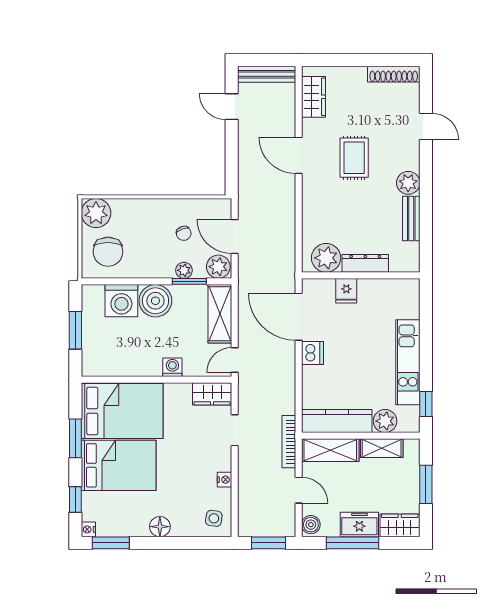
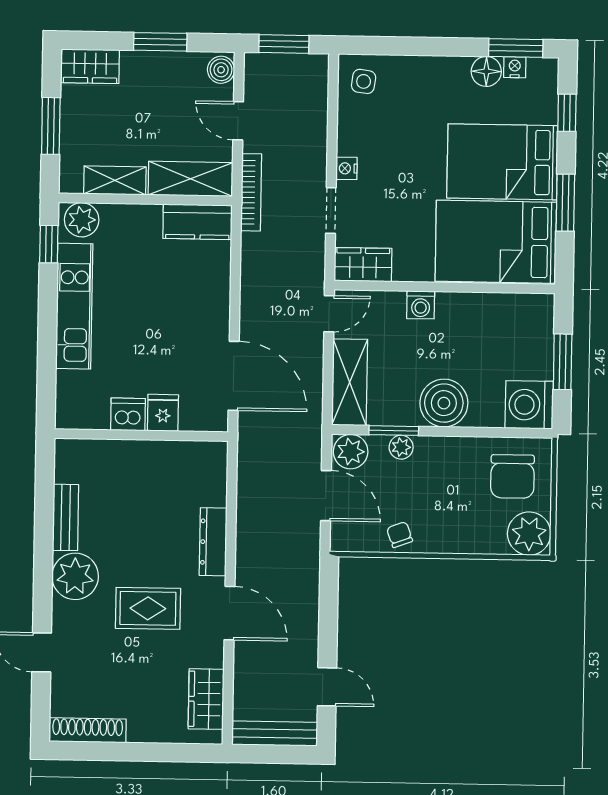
rug: (354, 158) -> (148, 608), turned 90
plant: (408, 183) -> (75, 576), width x1.36, depth x1.36
chair: (184, 233) -> (400, 535), moved
chair: (108, 252) -> (512, 476), turned 180
plant: (326, 258) -> (192, 462), removed
dresser: (365, 263) -> (213, 542), moved, turned 90
washing machine: (121, 301) -> (529, 405), moved, turned -90
dishwasher: (313, 353) -> (128, 414), moved, turned 90
kitchen counter: (337, 421) -> (198, 222), width x0.67
plant: (385, 421) -> (82, 220), moved
nightstand: (224, 480) -> (347, 168), moved
freezer: (359, 524) -> (150, 69), removed
floor lamp: (160, 527) -> (486, 71), moved
nightstand: (88, 529) -> (515, 67), moved, turned -90
window: (352, 543) -> (160, 42), width x0.69

